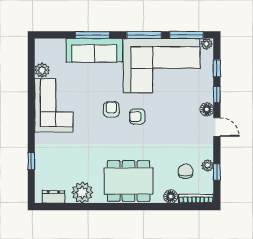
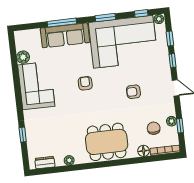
window: (144, 35) -> (105, 18), width x0.69
window: (187, 35) -> (141, 13), width x0.46
floor lamp: (207, 109) -> (165, 74), removed
armchair: (137, 117) -> (133, 92), moved
plant: (82, 192) -> (69, 160), width x0.53, depth x0.53

